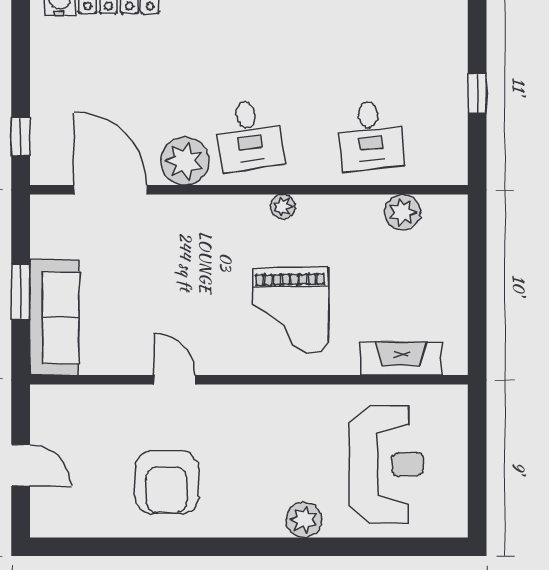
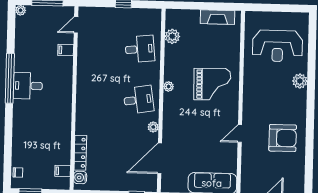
plant: (185, 161) -> (153, 127), width x0.53, depth x0.53
fireplace: (401, 358) -> (218, 17), moved, turned -90
reception desk: (386, 464) -> (277, 46), turned 180

